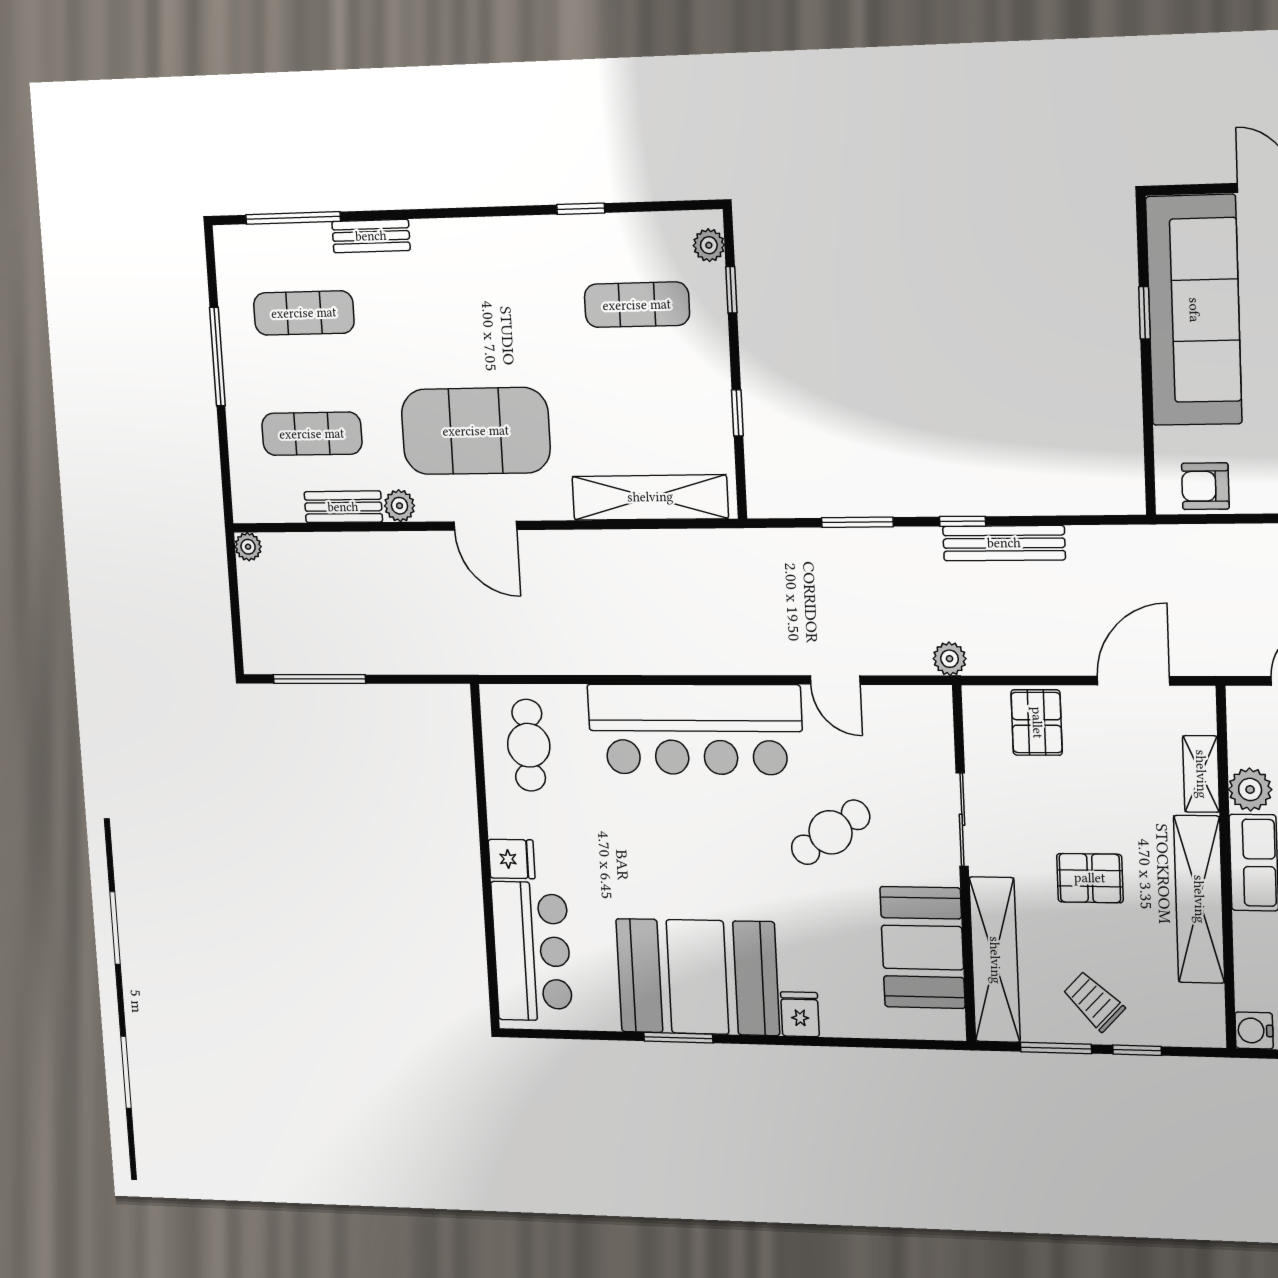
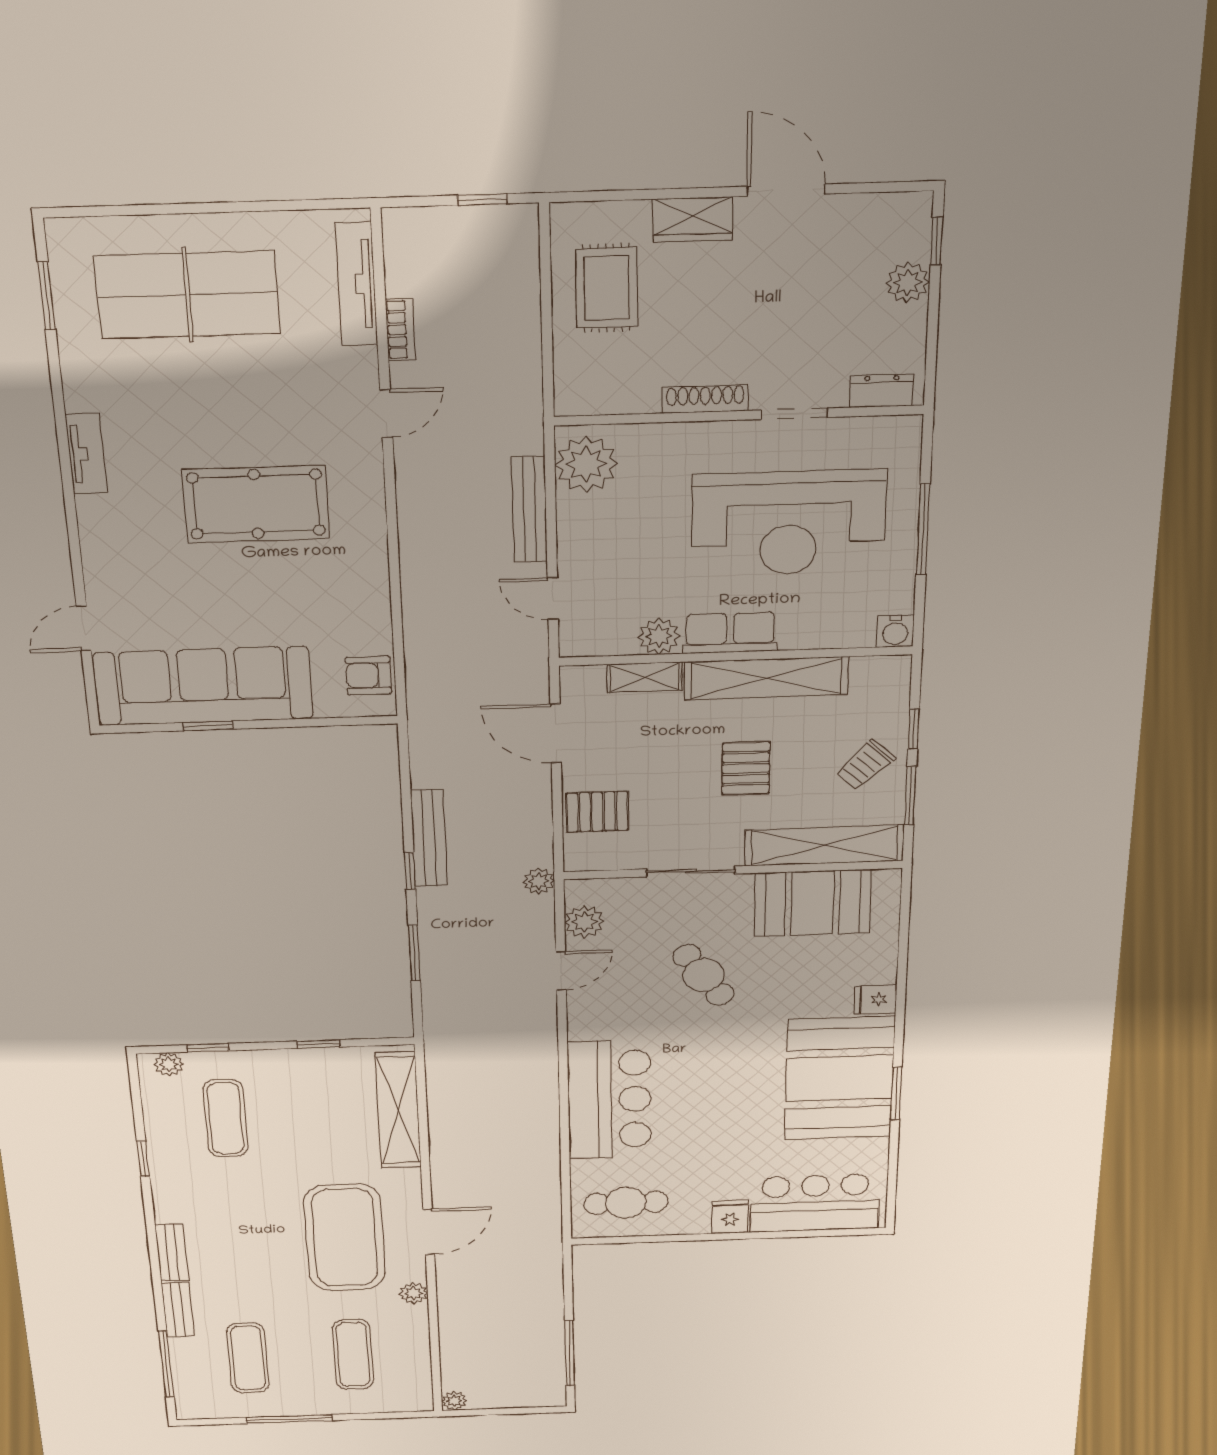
armchair: (1205, 486) -> (369, 675), turned 90
bench: (343, 507) -> (172, 1253), moved
plant: (898, 706) -> (584, 922), added
bar counter: (695, 729) -> (609, 1100), width x0.73

